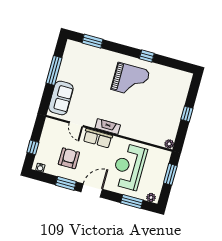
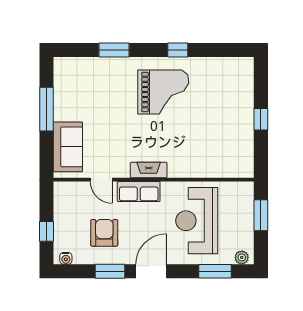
window: (93, 41) -> (114, 50), moved
plant: (169, 144) -> (247, 171), removed

